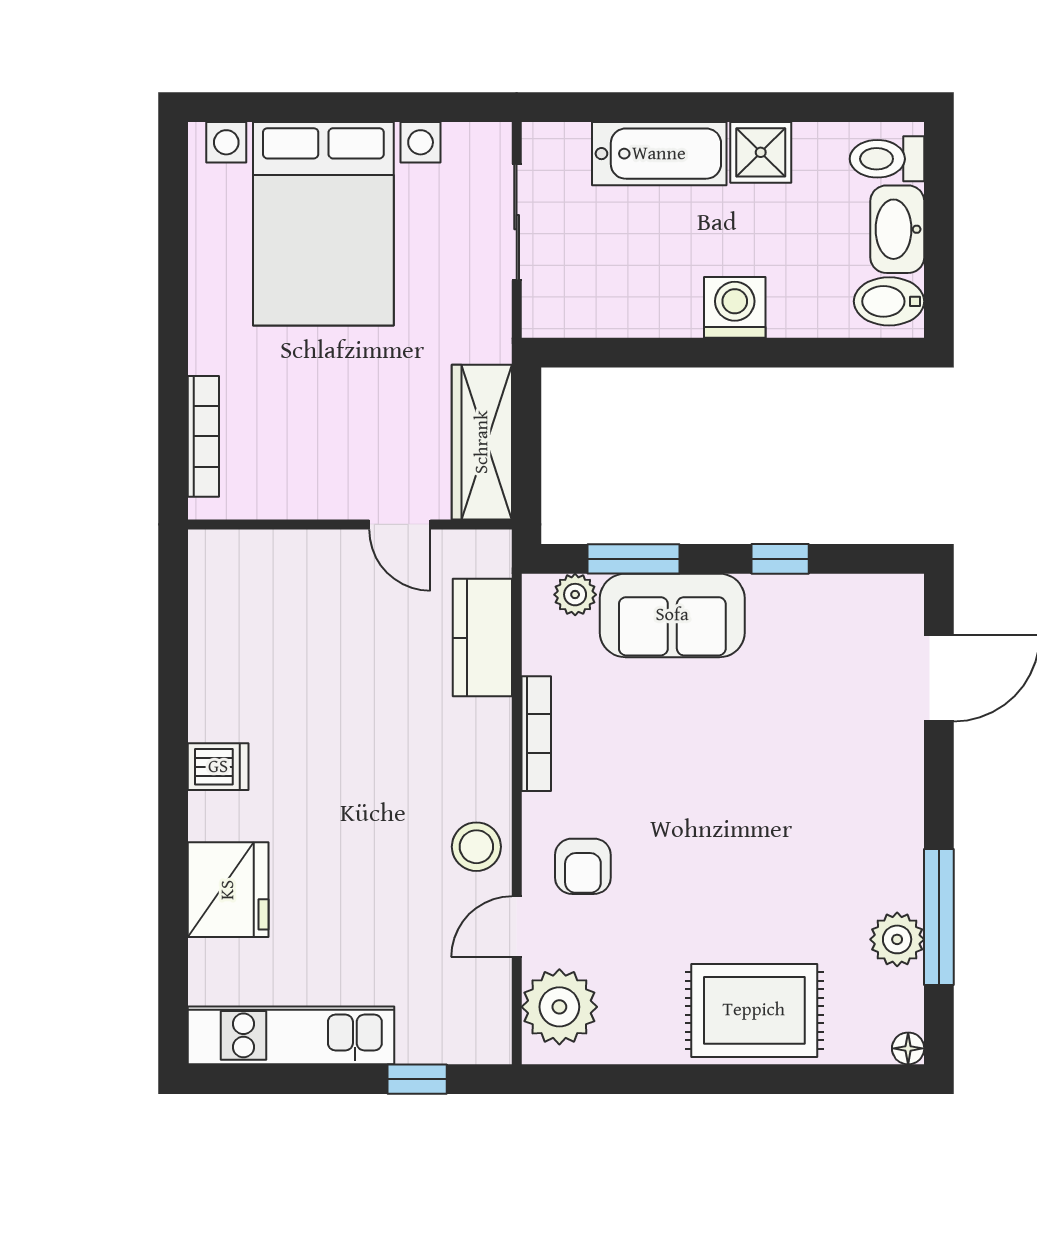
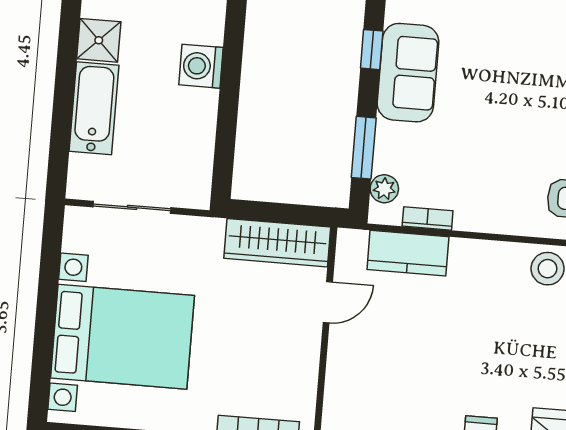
sofa: (672, 615) -> (408, 73), moved
bookcase: (536, 734) -> (428, 218), moved, width x0.64

